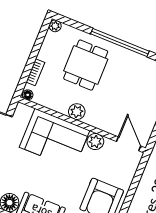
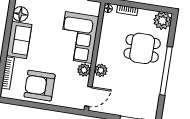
plant: (55, 26) -> (162, 21), width x1.88, depth x1.88
plant: (77, 112) -> (101, 70), moved

